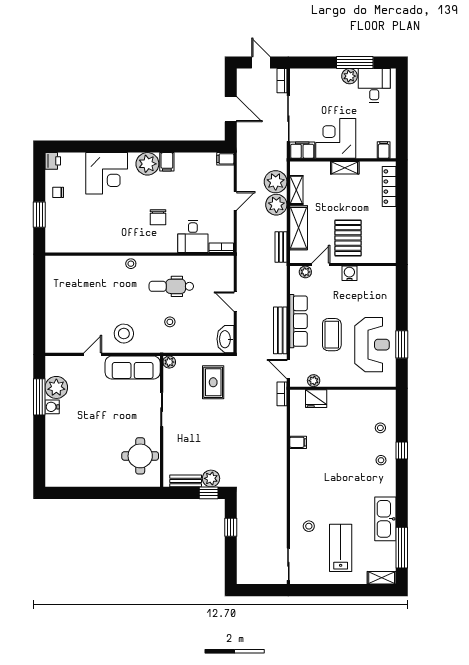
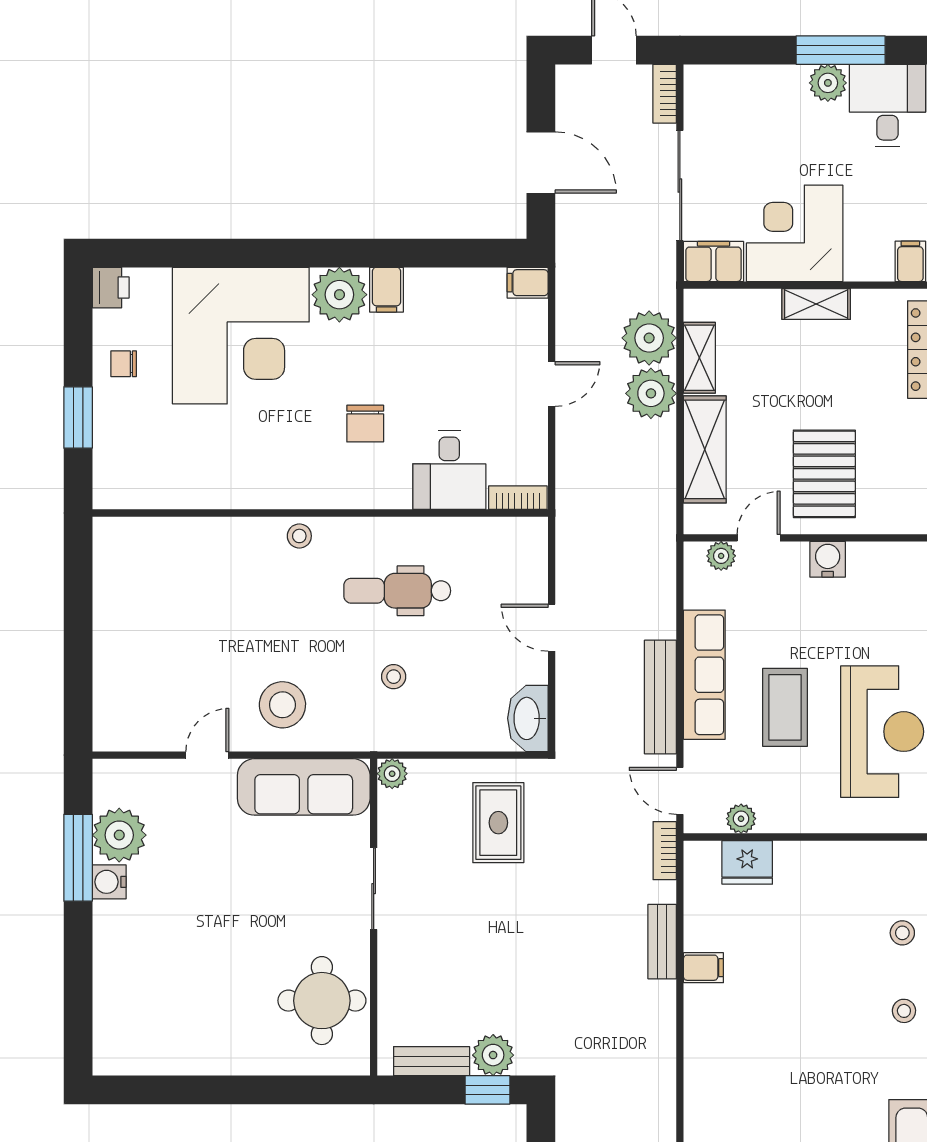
corner desk: (107, 173) -> (241, 336), width x1.36, depth x1.36
bench: (281, 247) -> (662, 942), moved

